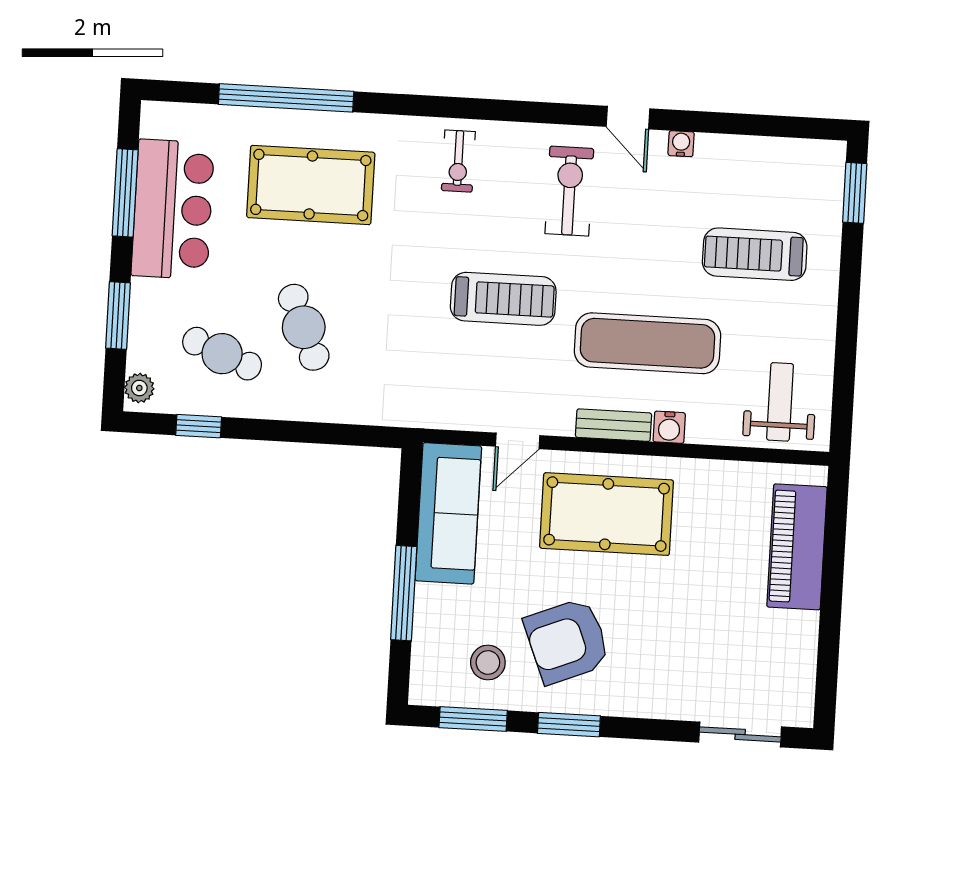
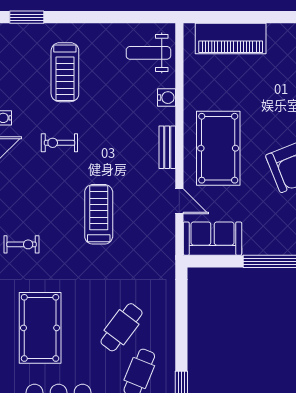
exercise bike: (569, 191) -> (59, 143), moved, width x0.73, depth x0.72
cafe table: (304, 327) -> (122, 327), turned -30
exercise mat: (647, 343) -> (119, 130), removed
water cooler: (669, 427) -> (167, 98), moved
sofa: (448, 513) -> (212, 239), width x0.73

